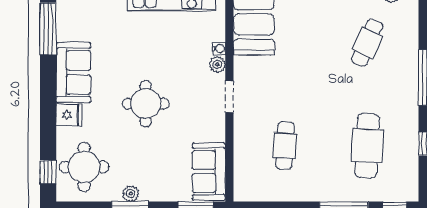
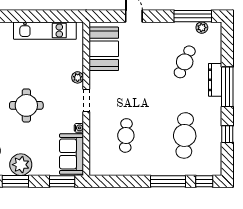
water cooler: (219, 48) -> (79, 128), moved
dresser: (410, 68) -> (215, 80), added
plant: (131, 194) -> (21, 165), width x1.88, depth x1.88

